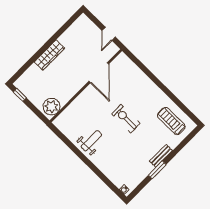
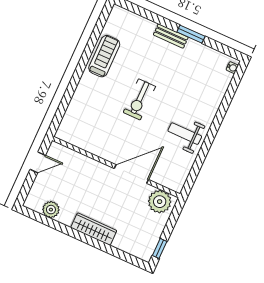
plant: (73, 31) -> (51, 210), added
door: (99, 73) -> (131, 174), moved
treadmill: (171, 121) -> (104, 56), moved, turned 180

